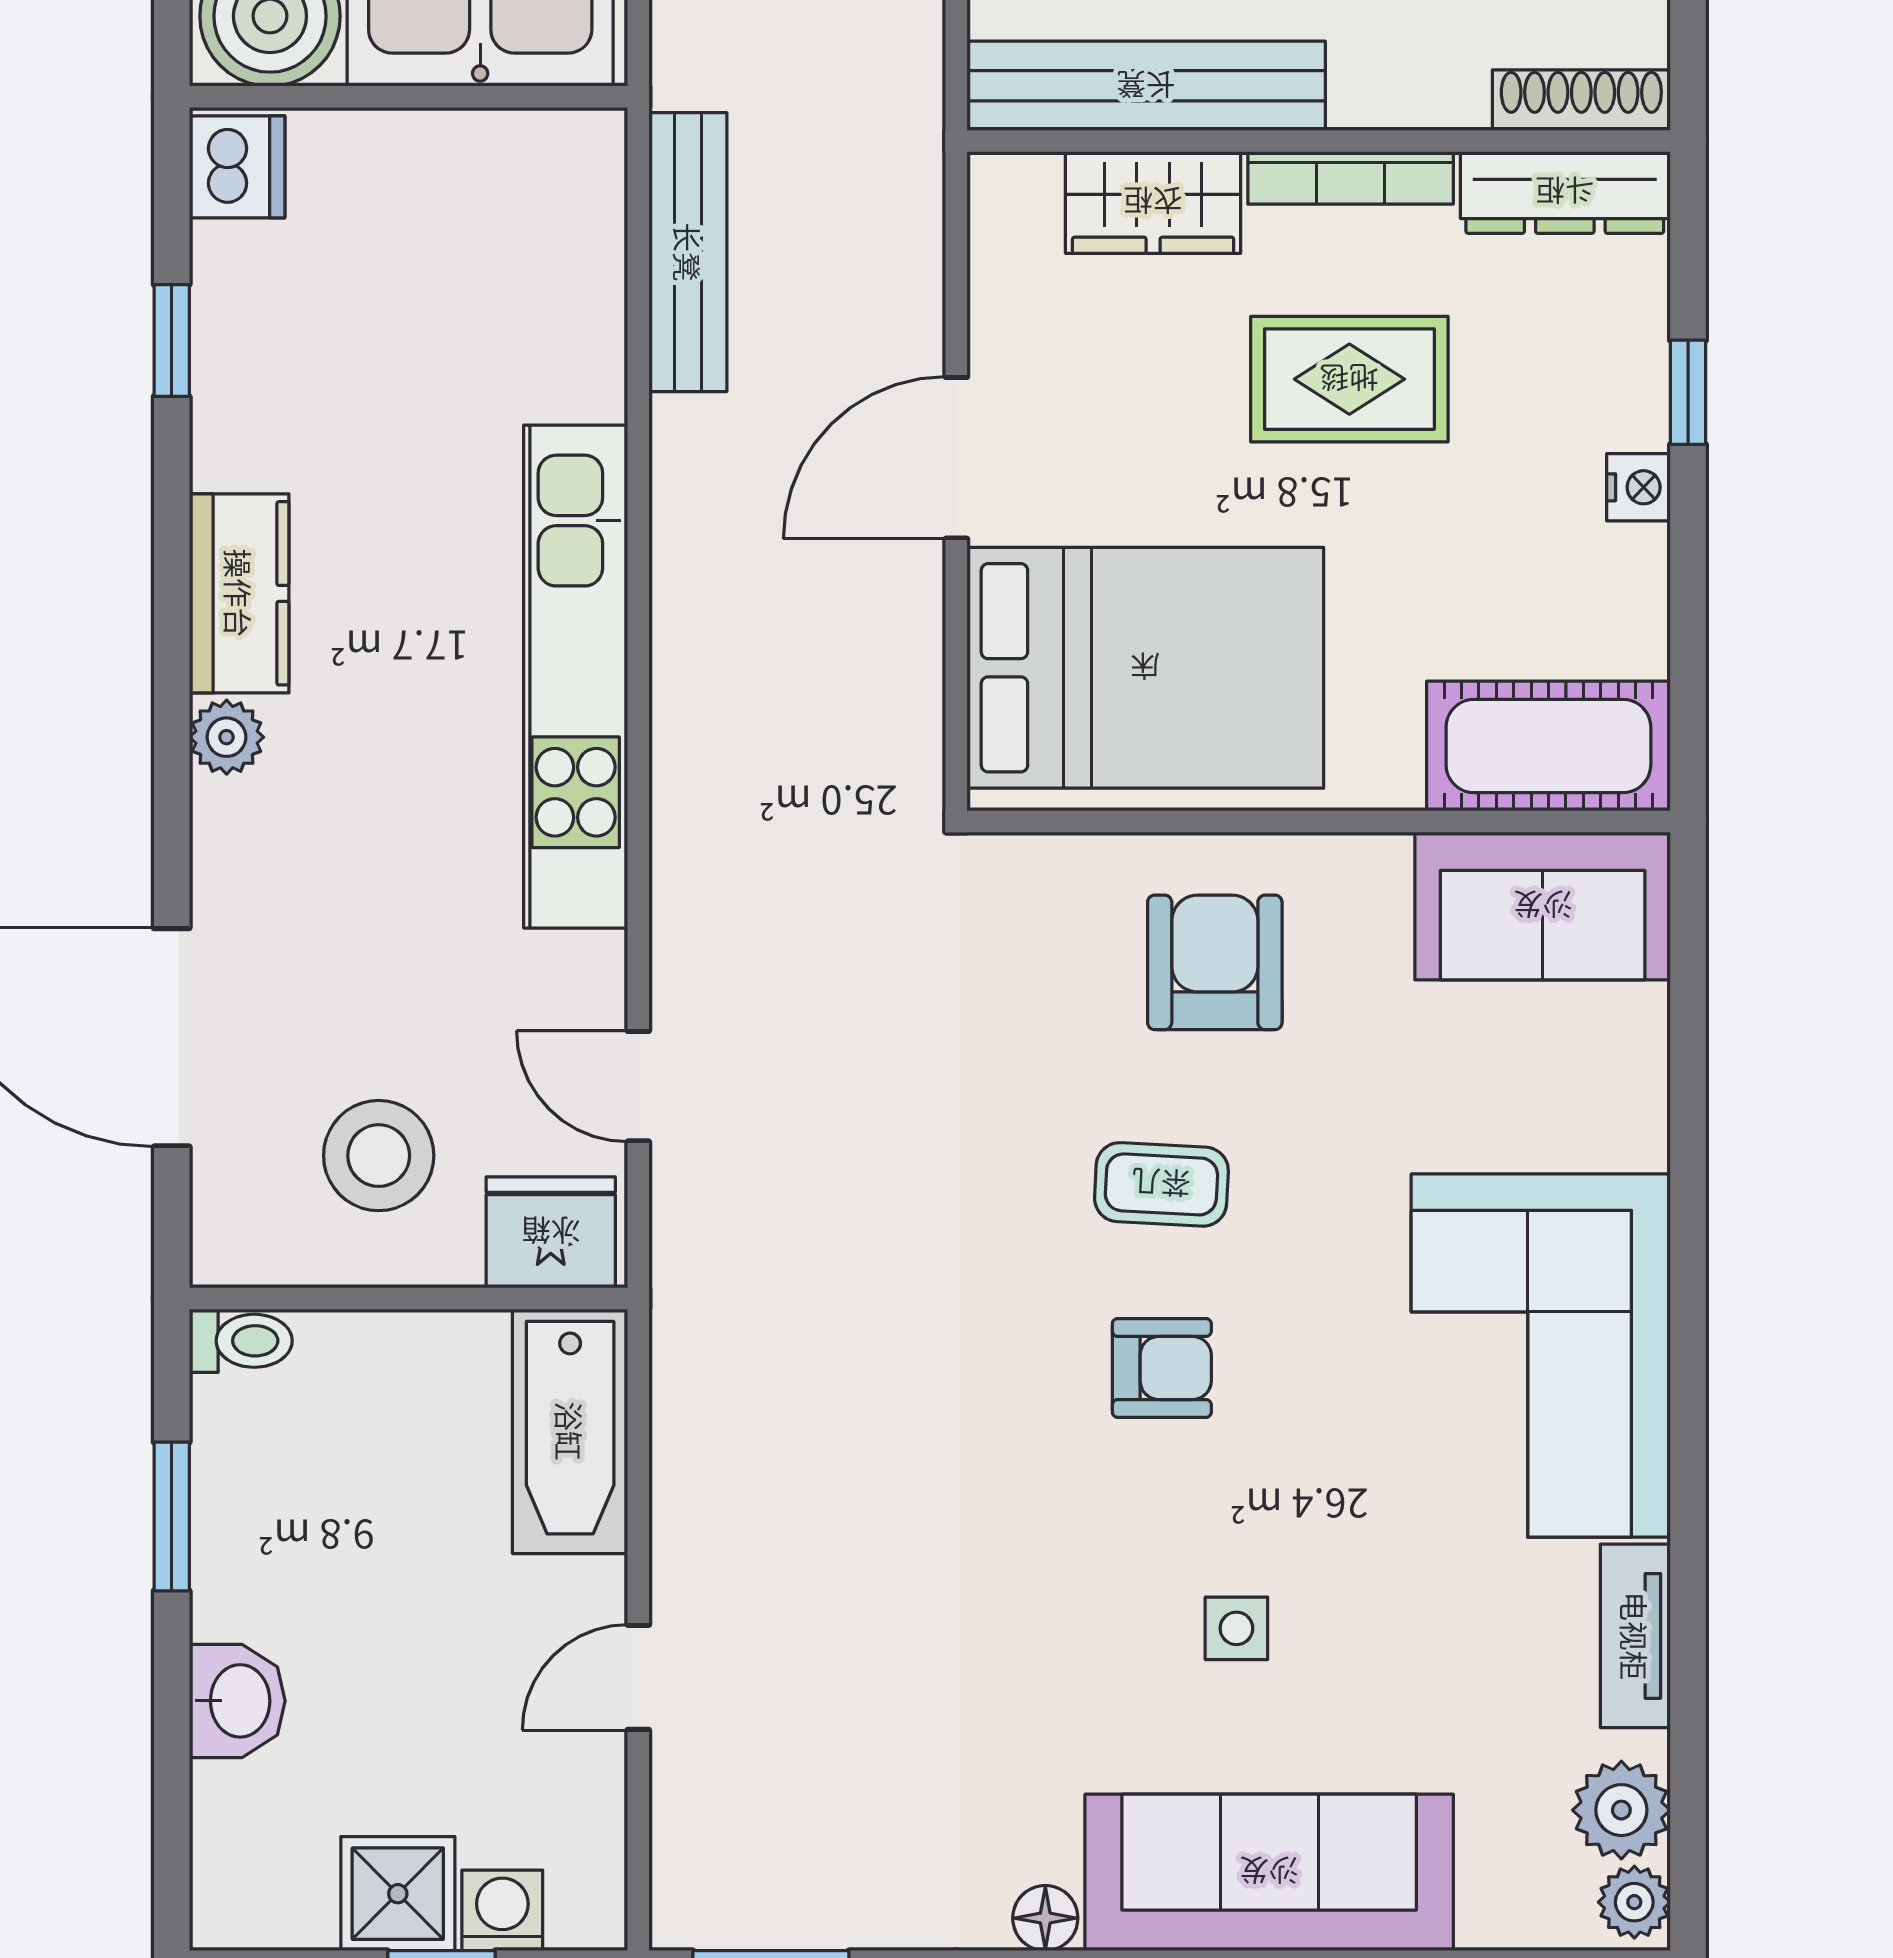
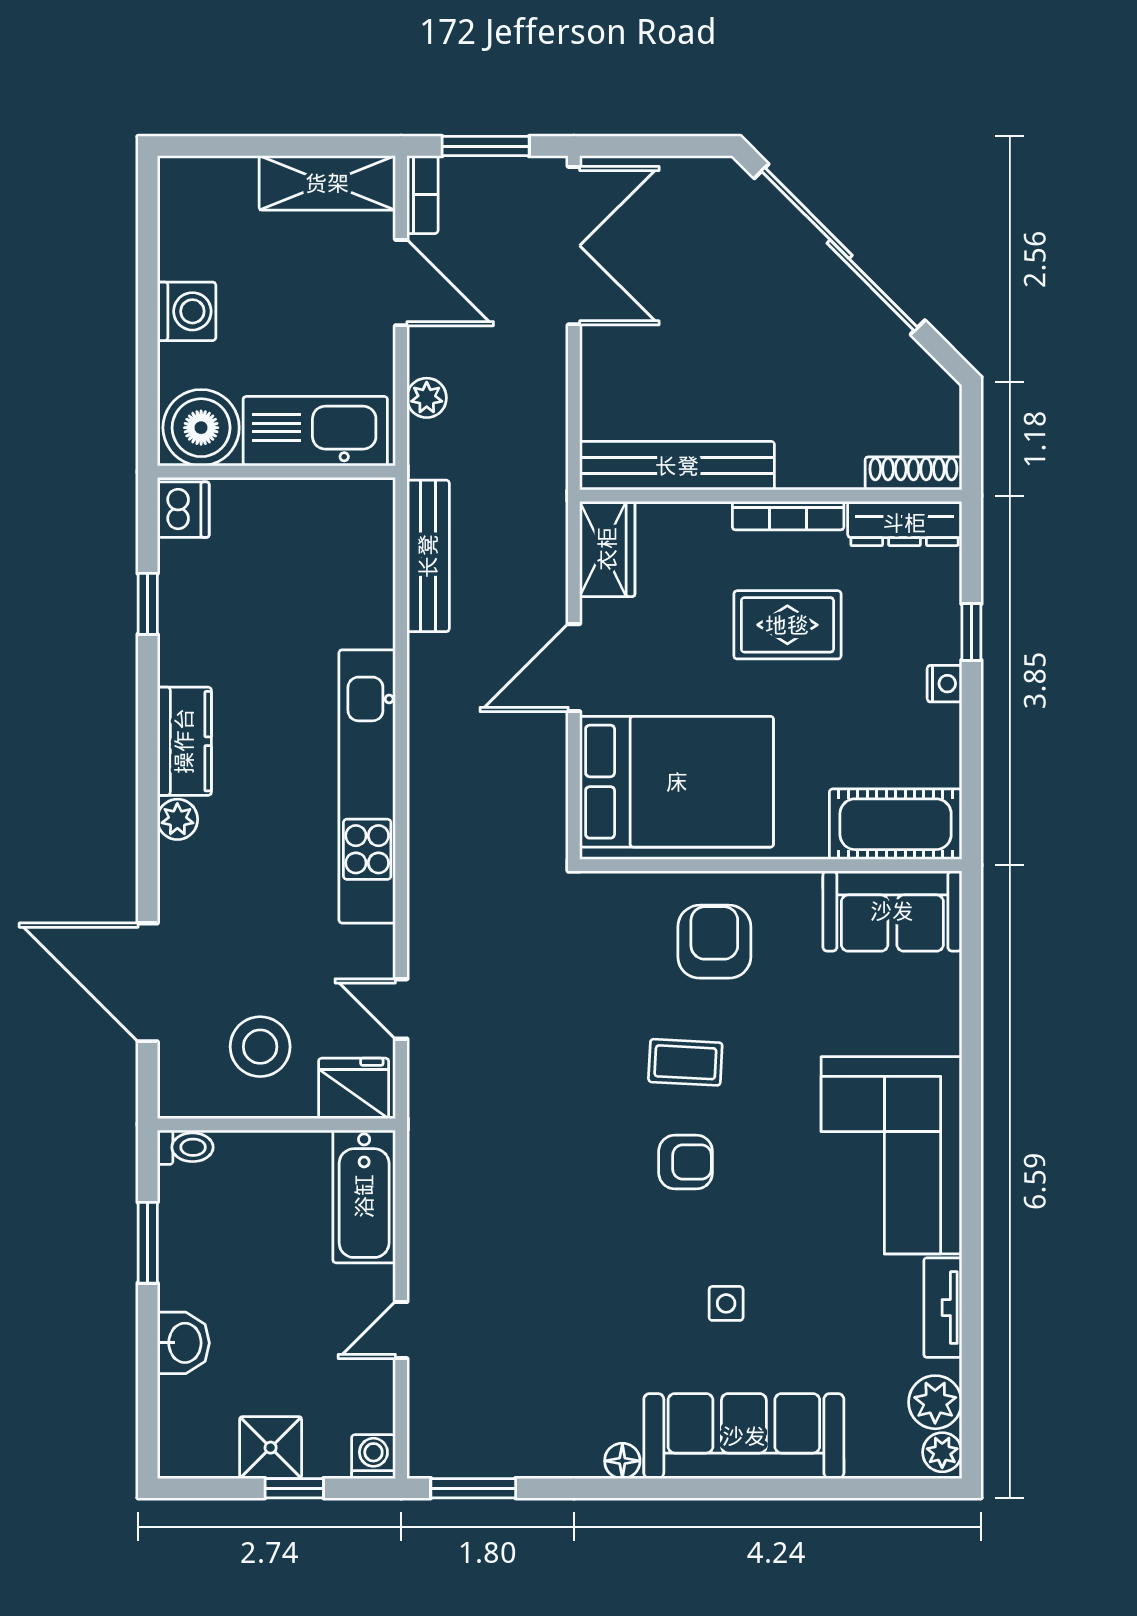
wardrobe: (1153, 202) -> (607, 549), moved, turned -90
washing machine: (502, 1910) -> (373, 1457), moved

